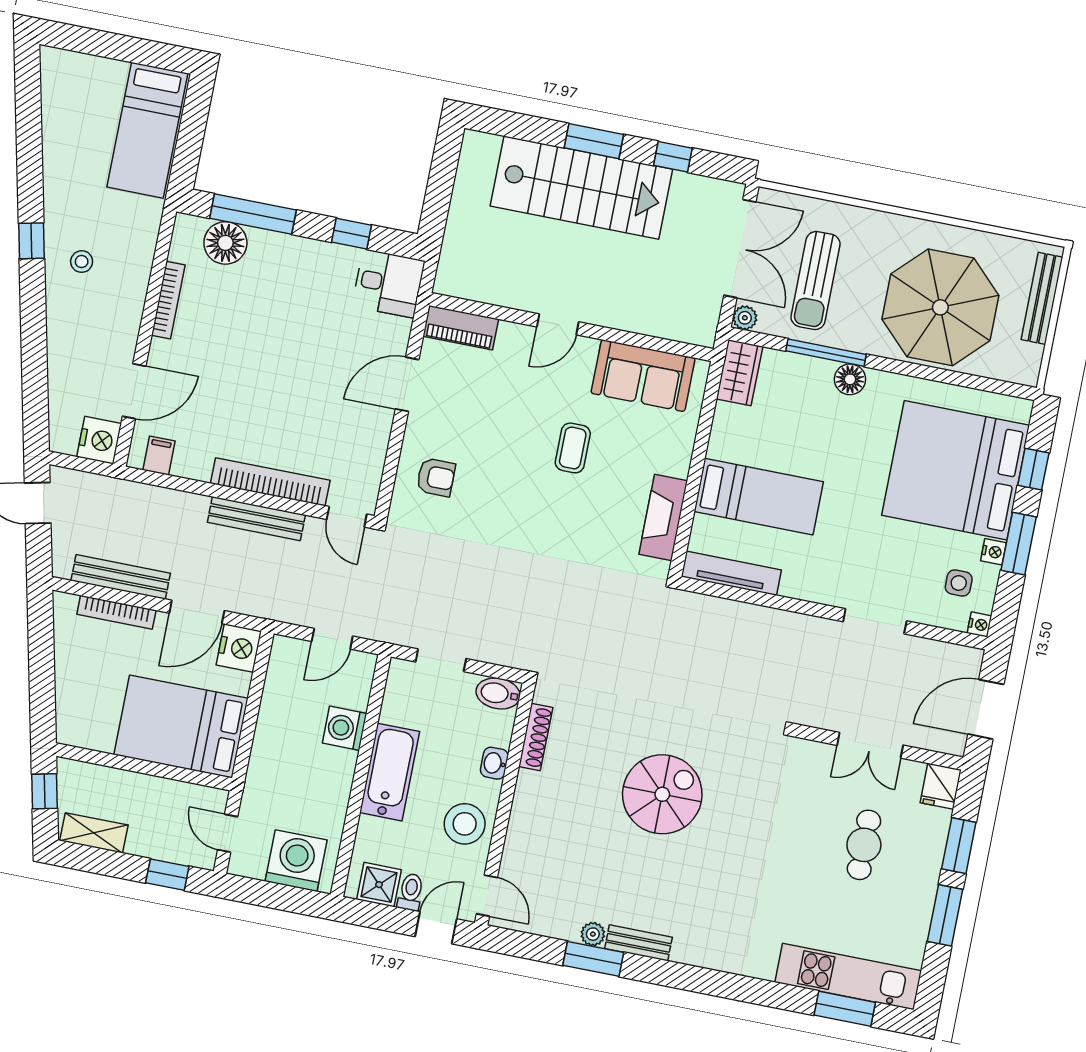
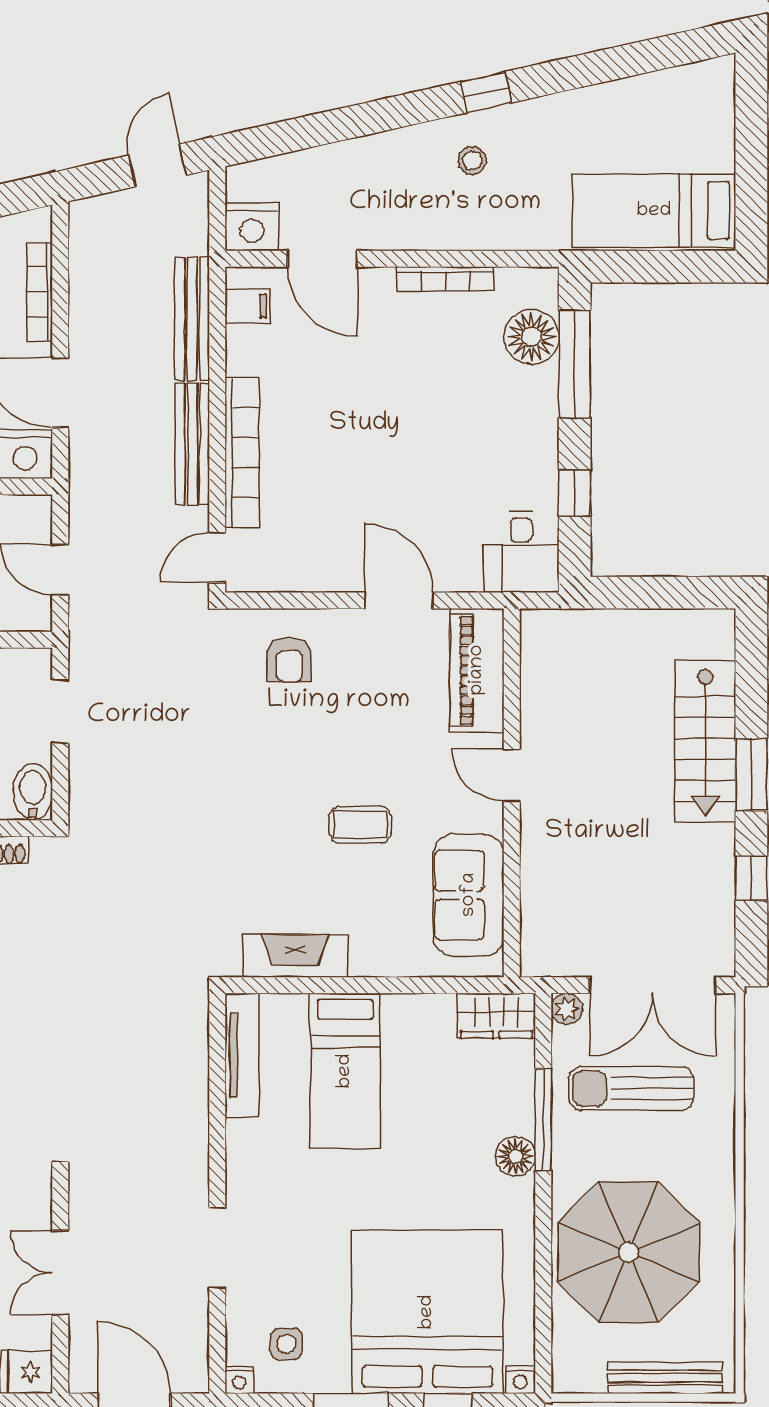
stairs: (581, 188) -> (705, 741), width x0.73, depth x0.66
piano: (461, 328) -> (477, 670), width x1.37, depth x1.33
nightstand: (993, 552) -> (521, 1380), moved
bench: (121, 577) -> (192, 319), moved

